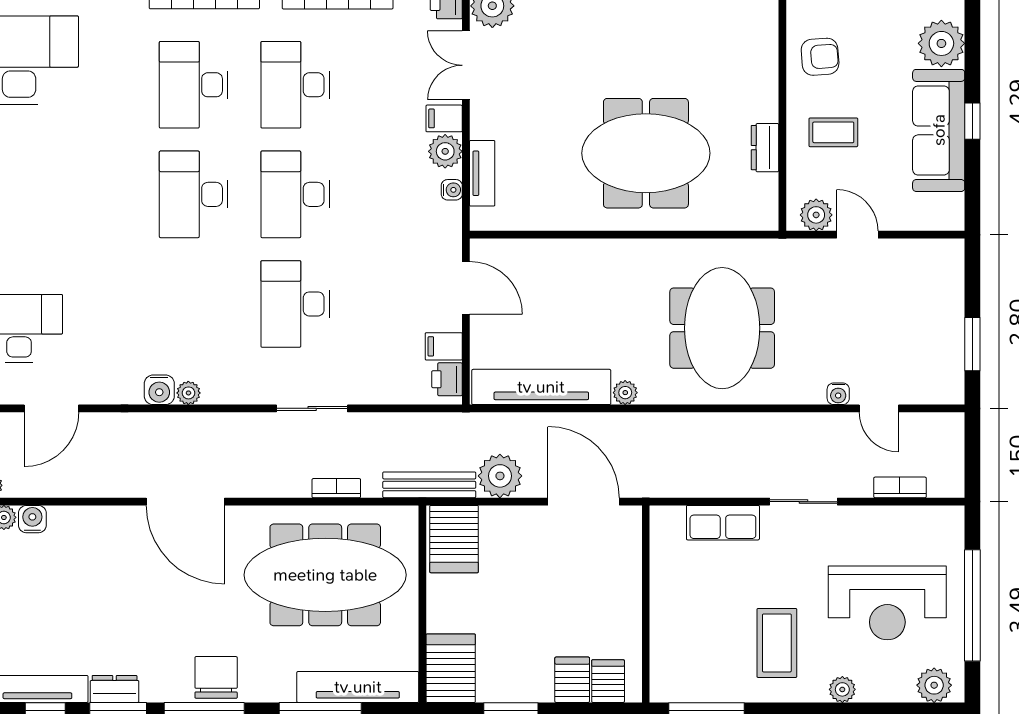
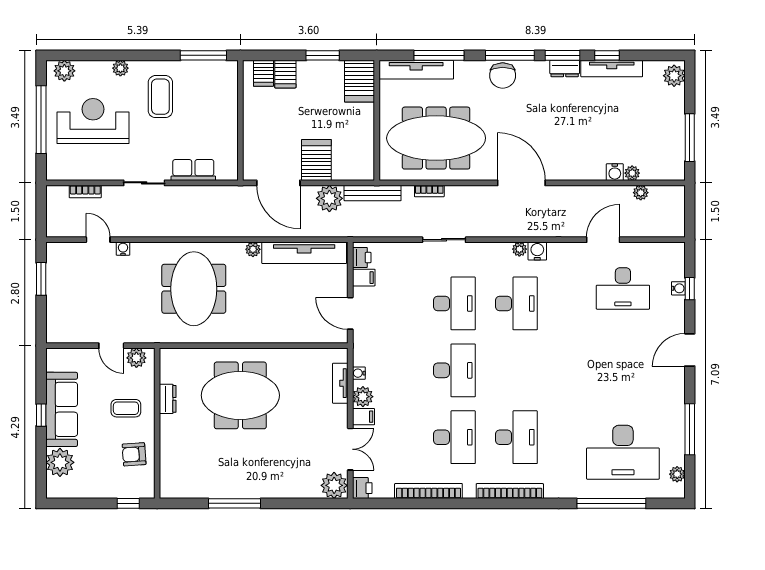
desk: (194, 194) -> (516, 303), moved
server rack: (454, 539) -> (316, 160), moved

